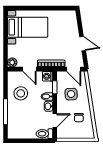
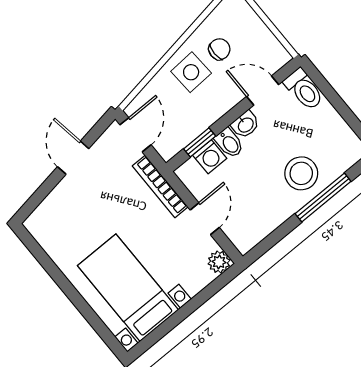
washing machine: (48, 76) -> (210, 157), moved
stool: (21, 93) -> (301, 173), moved
side table: (71, 94) -> (191, 72), moved

